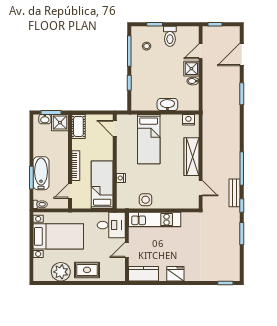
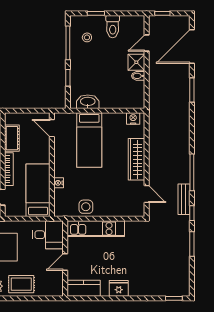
door: (242, 54) -> (192, 47), width x1.36
washbasin: (167, 104) -> (88, 102), moved
cot: (78, 126) -> (12, 138), moved

